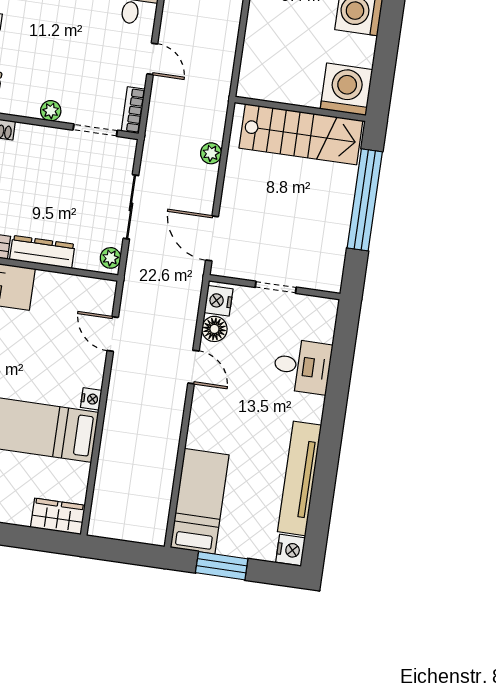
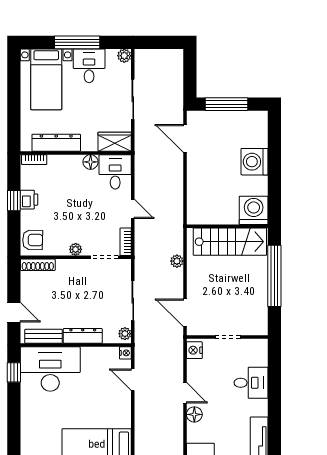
floor lamp: (214, 329) -> (194, 414), moved
nightstand: (91, 399) -> (125, 353), moved

